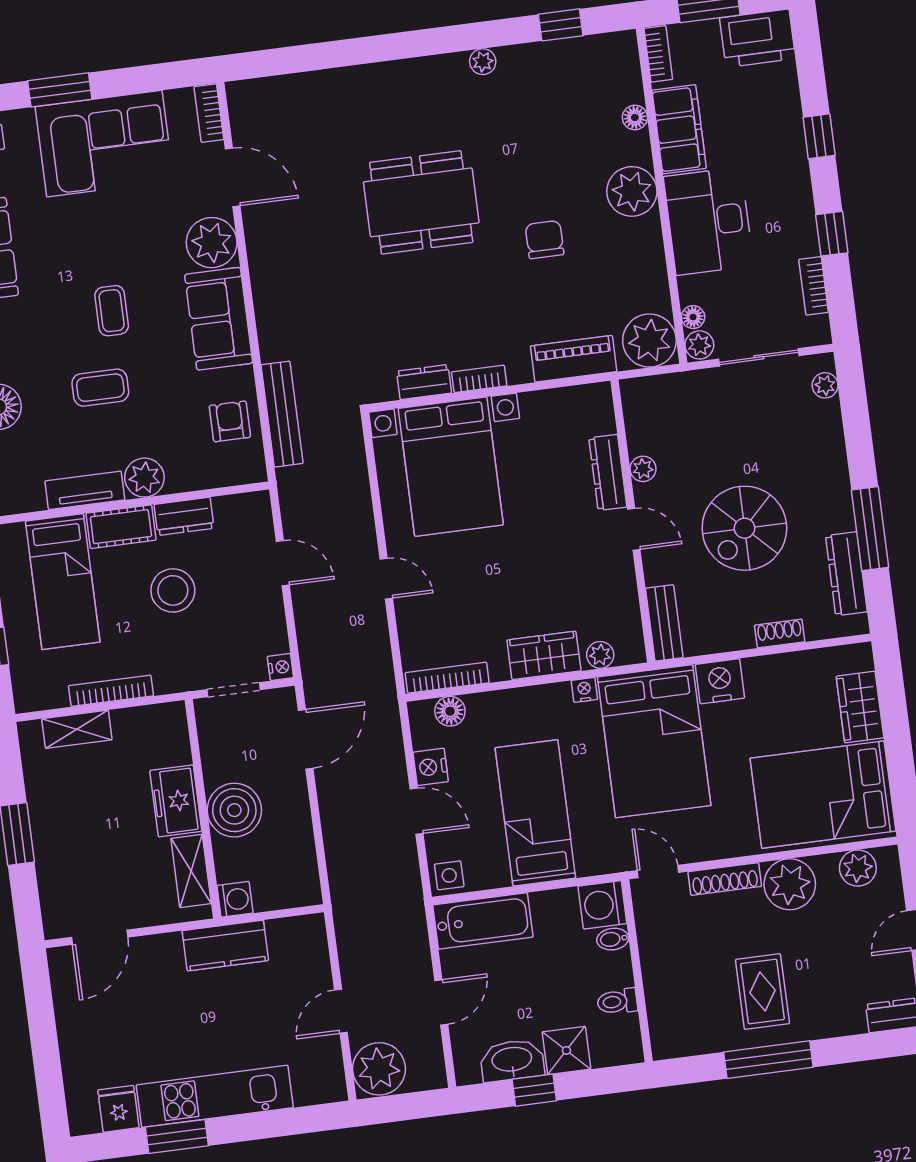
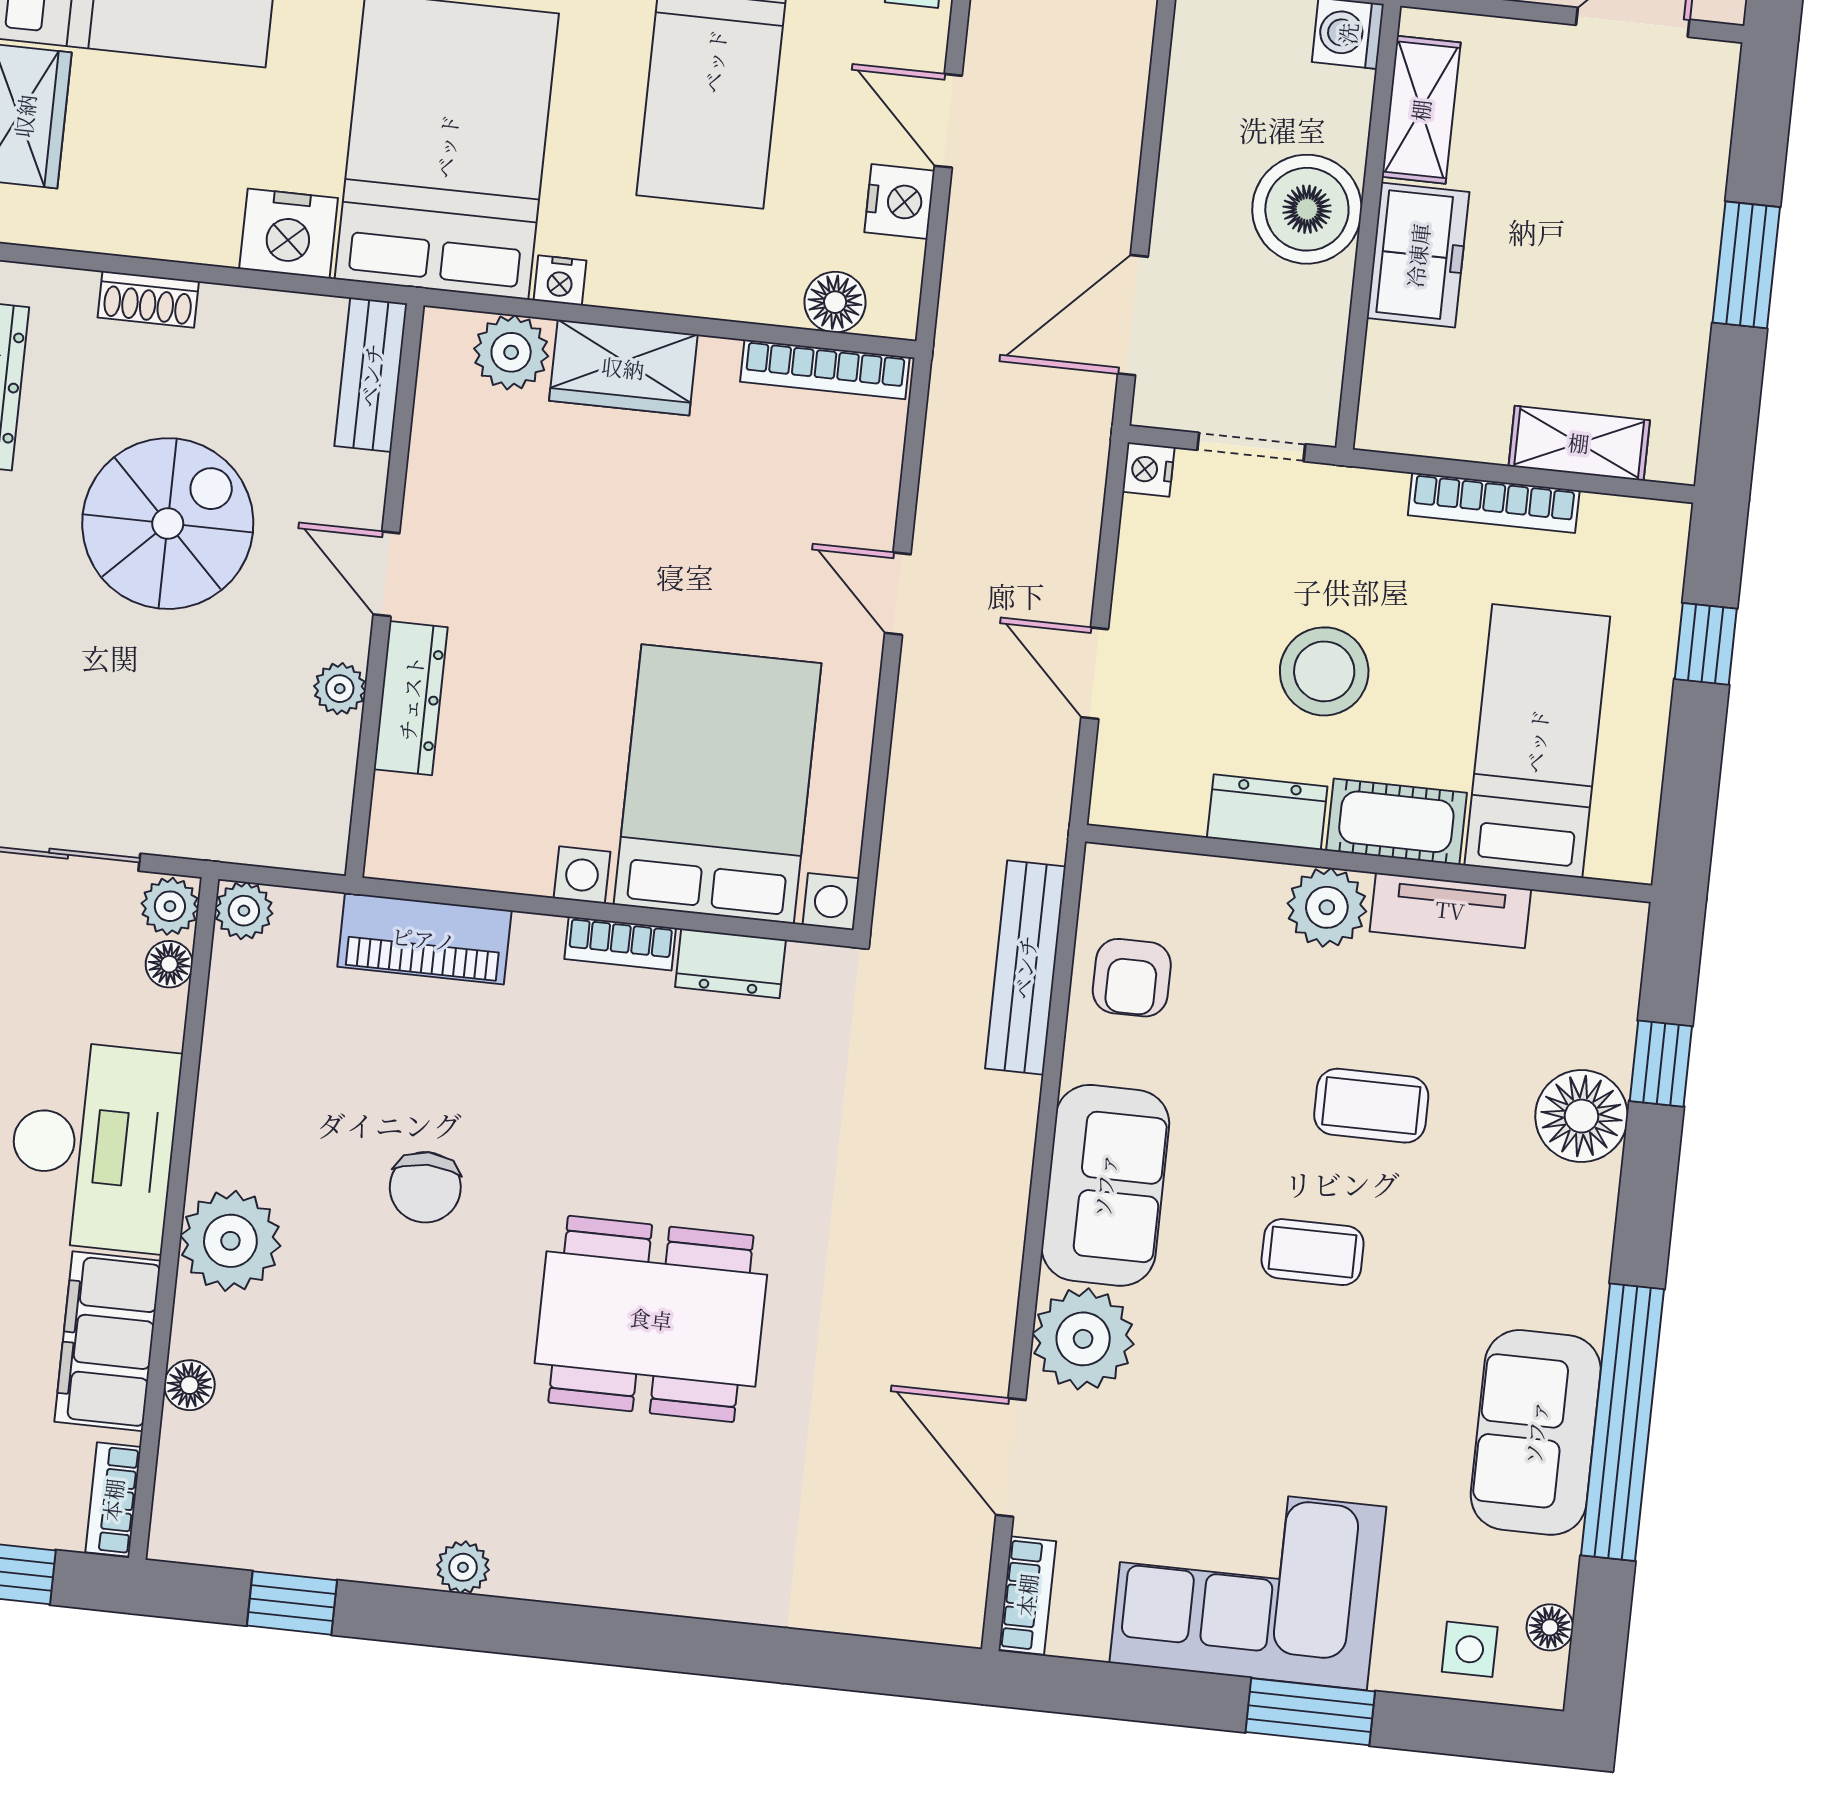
coffee table: (112, 311) -> (1313, 1252), turned 90
plant: (649, 341) -> (244, 911), width x0.53, depth x0.53
plant: (600, 655) -> (511, 352), width x1.38, depth x1.38

